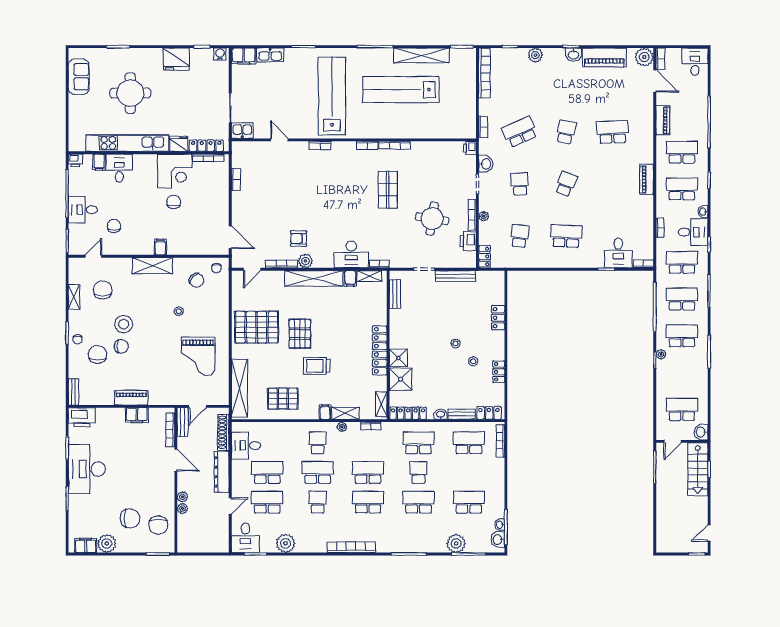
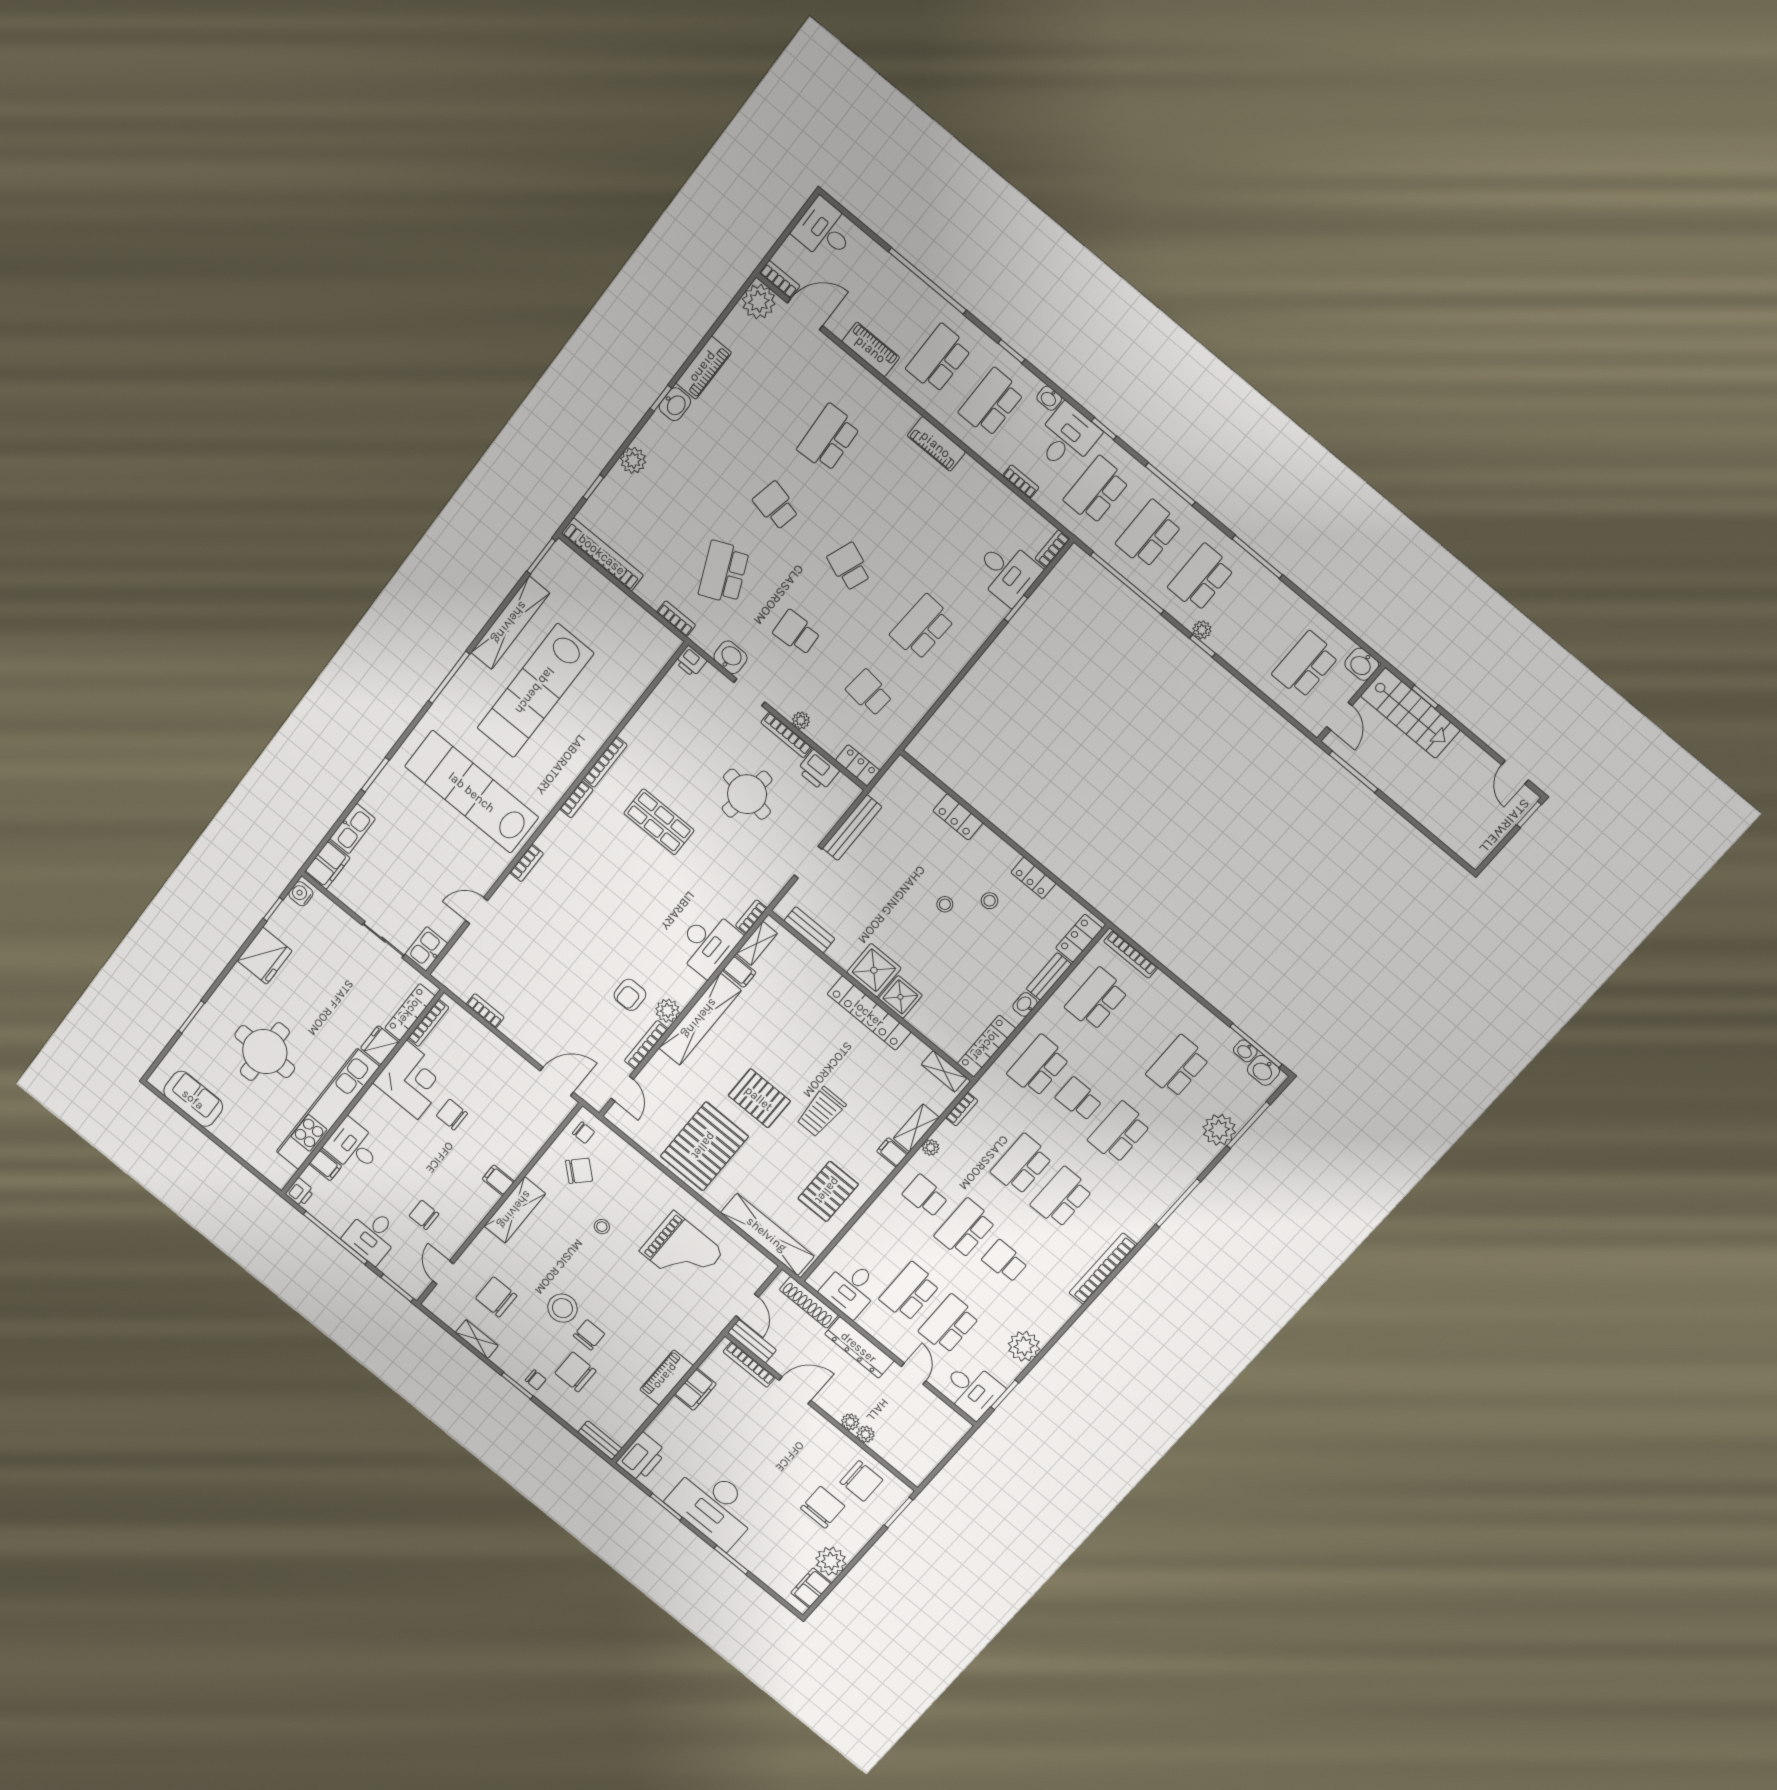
piano: (604, 57) -> (704, 368), width x0.73, depth x0.75
shower: (401, 379) -> (874, 970), moved

